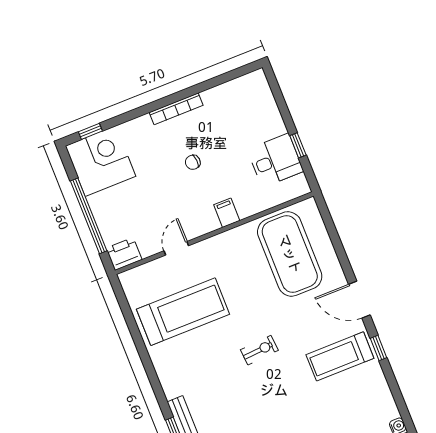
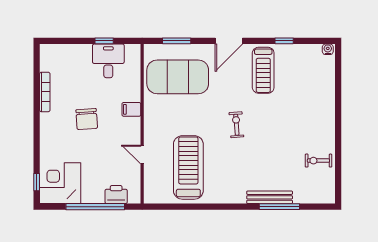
bookcase: (176, 109) -> (45, 92), moved
chair: (193, 162) -> (87, 119), width x1.87, depth x1.87
window: (334, 235) -> (177, 41), added
printer: (124, 254) -> (116, 195), moved, turned 90
window: (379, 348) -> (284, 41), moved

